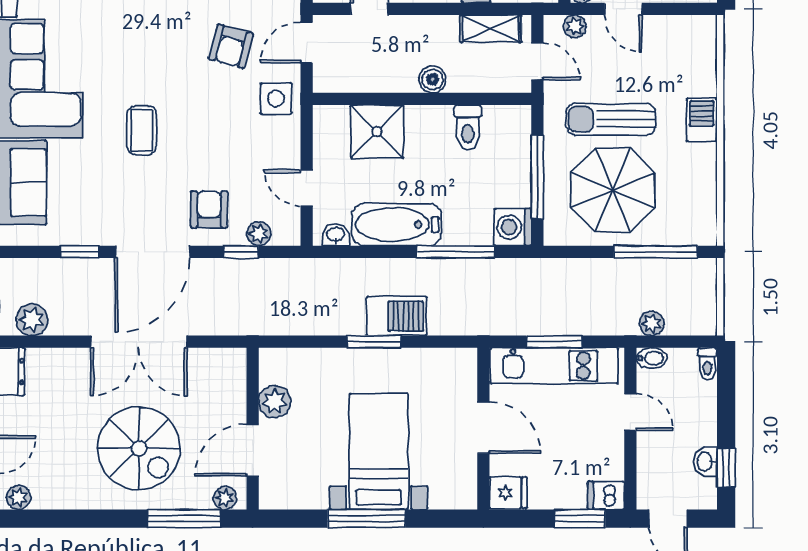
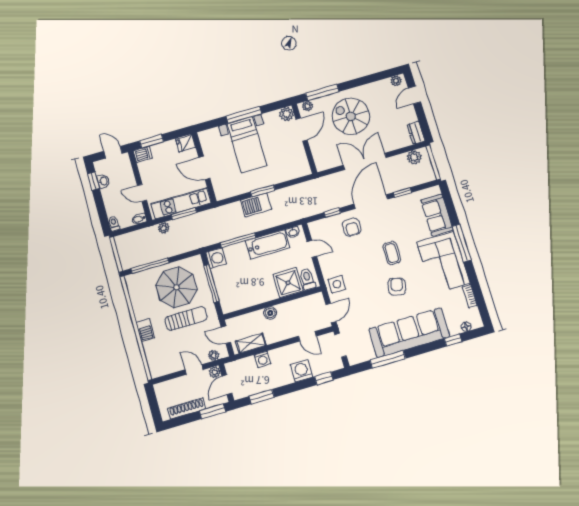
armchair: (231, 46) -> (397, 287), moved
toilet: (468, 128) -> (307, 279), moved
plant: (259, 234) -> (327, 223), removed
plant: (652, 324) -> (164, 228), moved
plant: (275, 401) -> (287, 114), moved

